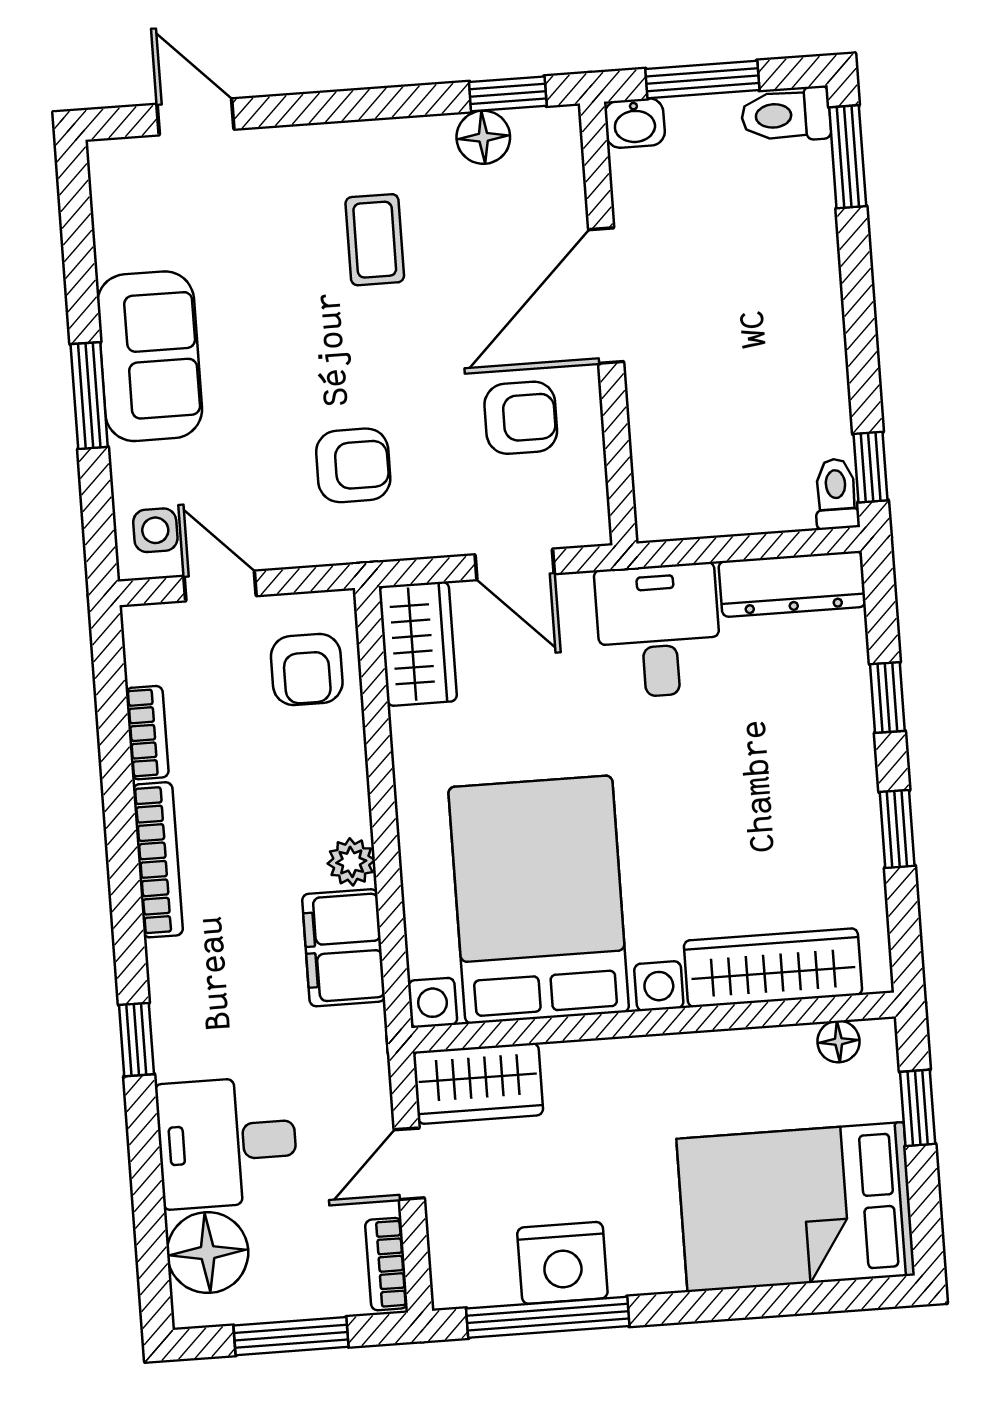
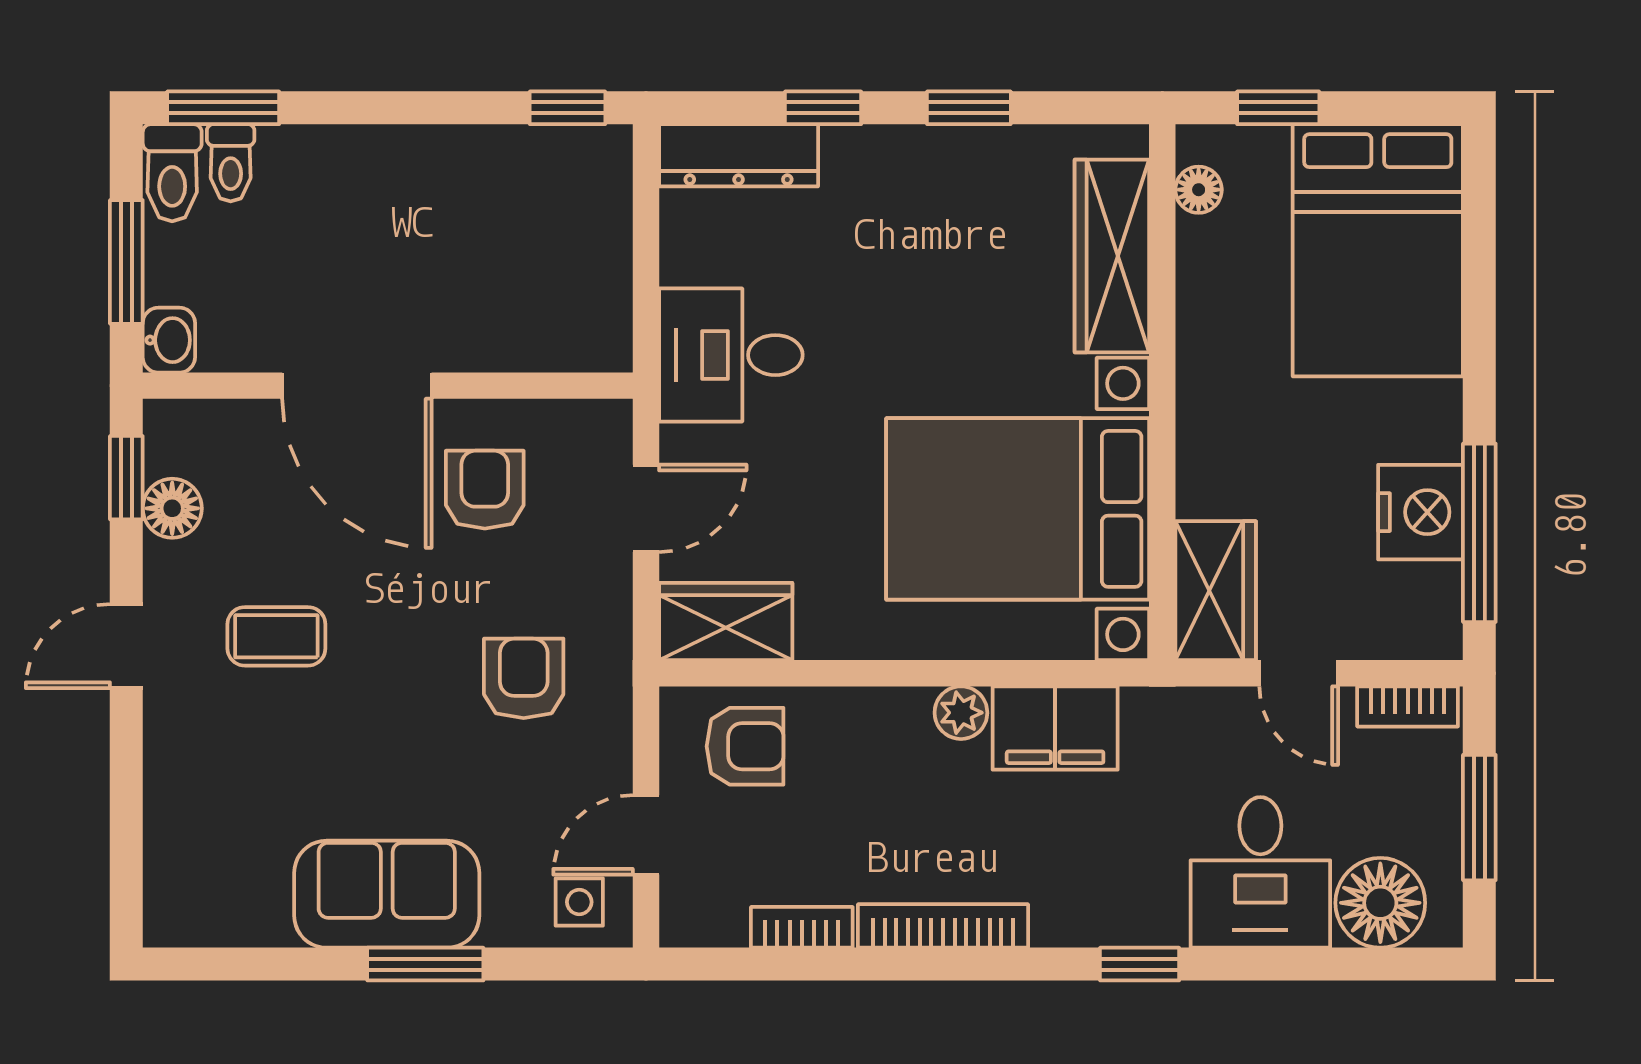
door: (195, 117) -> (126, 646), moved
toilet: (836, 494) -> (231, 163), moved, turned -90
dresser: (792, 584) -> (739, 155), moved, turned 90

